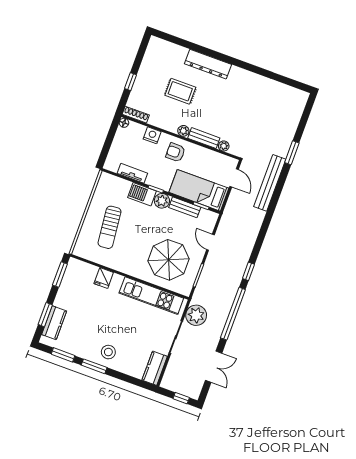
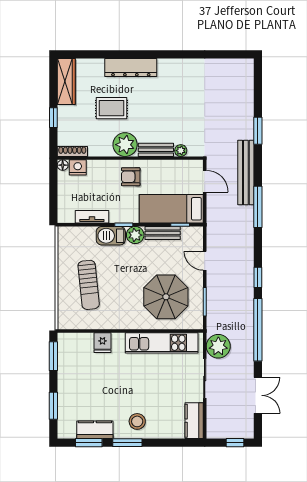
wardrobe: (152, 56) -> (66, 81), added
plant: (183, 131) -> (125, 145), width x1.88, depth x1.88
nightstand: (152, 135) -> (78, 167), moved
window: (269, 214) -> (258, 207), added
kitchen counter: (54, 323) -> (95, 430), moved, turned -90

